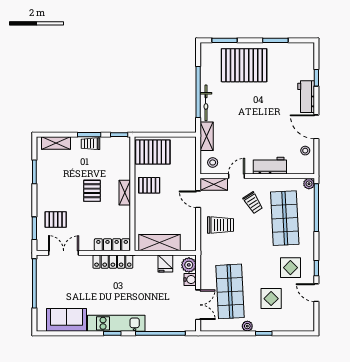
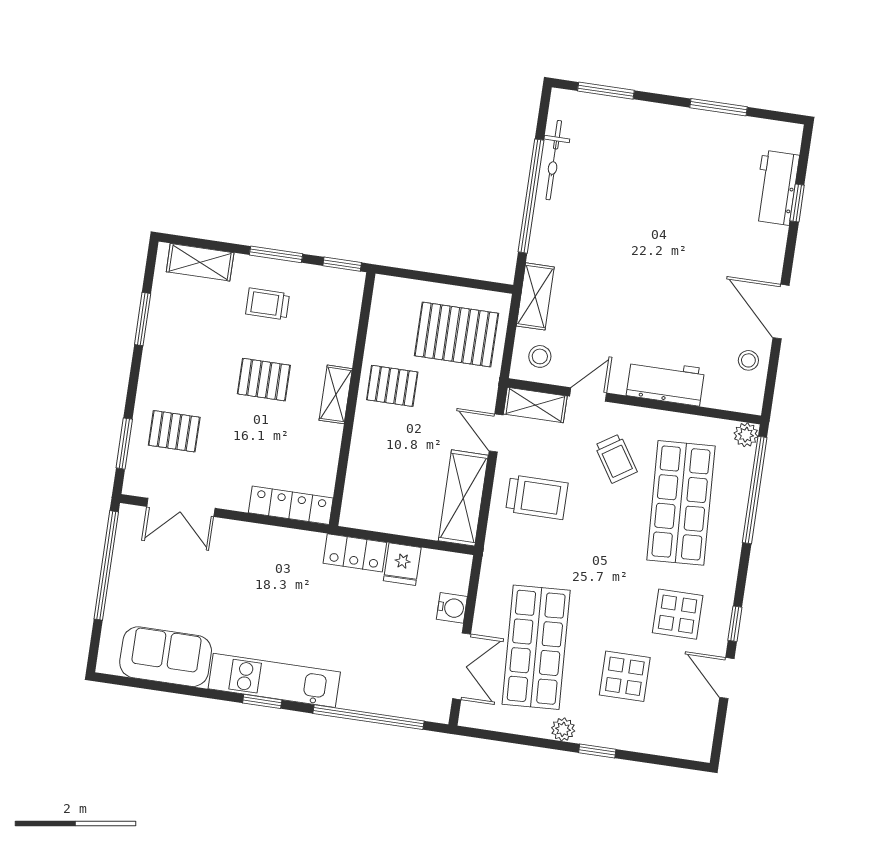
pallet: (244, 65) -> (641, 152), removed
workbench: (306, 97) -> (776, 188), moved
bicycle: (206, 103) -> (554, 160), moved
trolley: (91, 144) -> (268, 304), moved
pallet: (153, 152) -> (456, 335), moved
pallet: (92, 191) -> (264, 380), turned 90
shelving: (160, 243) -> (463, 498), moved, turned 90
double door: (64, 253) -> (181, 507), swing flipped
locker: (113, 262) -> (355, 553), moved, width x0.66
plant: (189, 265) -> (454, 575), removed

